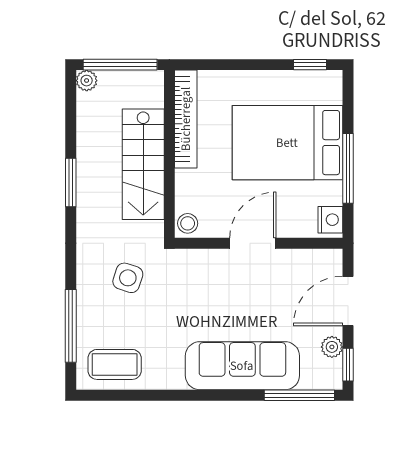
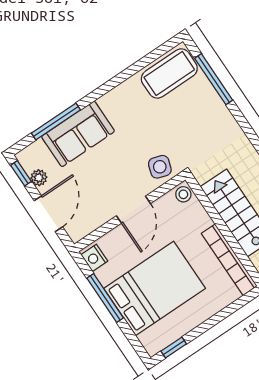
side table: (128, 278) -> (160, 167), moved
coffee table: (115, 364) -> (169, 73), width x1.36, depth x1.32
sofa: (242, 366) -> (78, 134), width x0.73
window: (299, 395) -> (56, 122), moved

